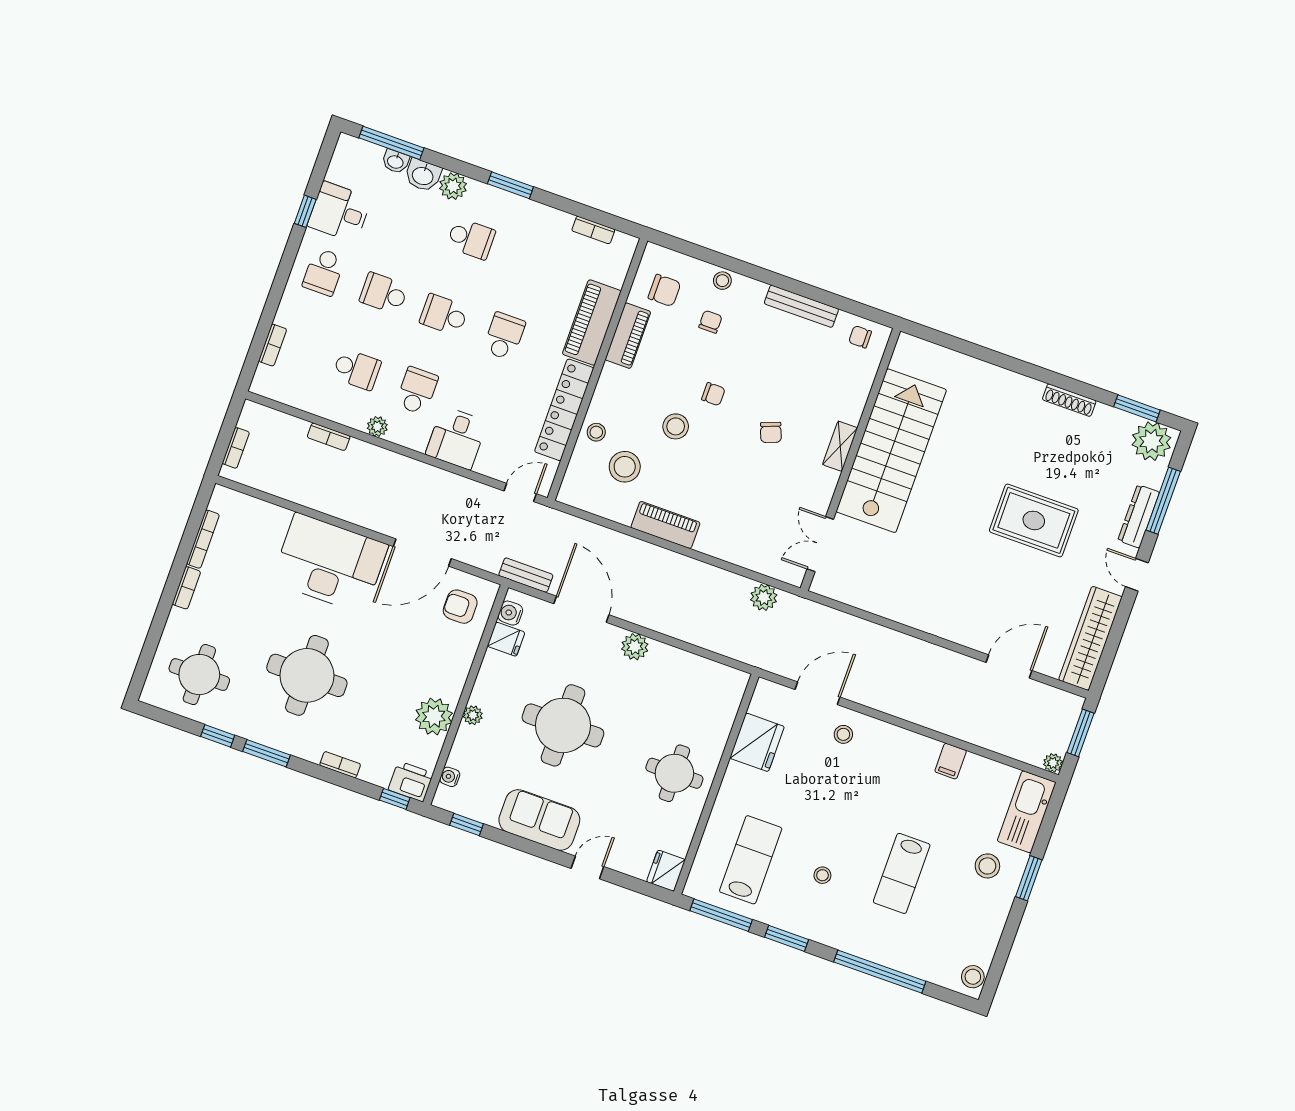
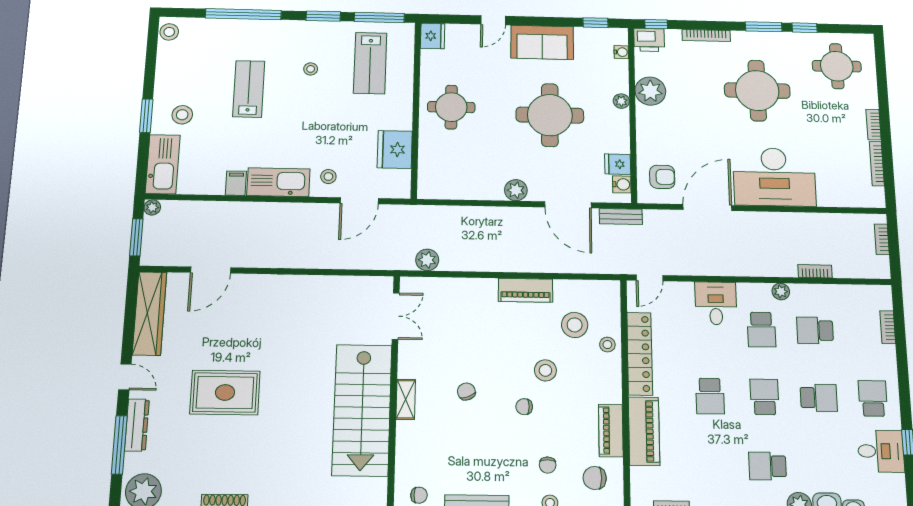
school desk: (444, 315) -> (764, 397), turned -90
kitchen sink: (902, 746) -> (278, 182), added
bookcase: (340, 765) -> (706, 36), width x1.56

